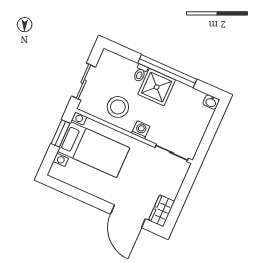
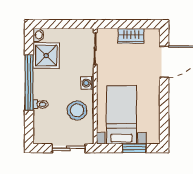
shower: (157, 87) -> (46, 56), moved
window: (60, 133) -> (134, 148), moved
wardrobe: (161, 211) -> (131, 36), moved

